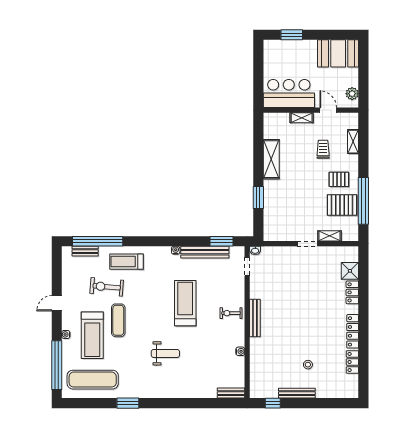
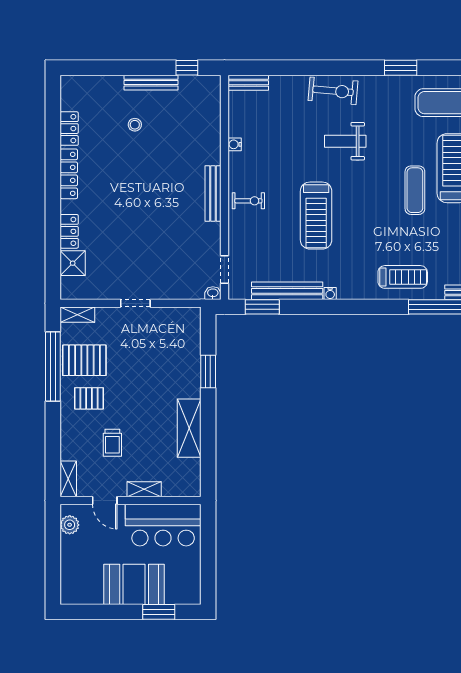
booth: (338, 53) -> (134, 584), moved
shelving: (353, 142) -> (68, 479), moved
shelving: (329, 236) -> (77, 315), moved
exercise bike: (107, 287) -> (333, 91), moved

